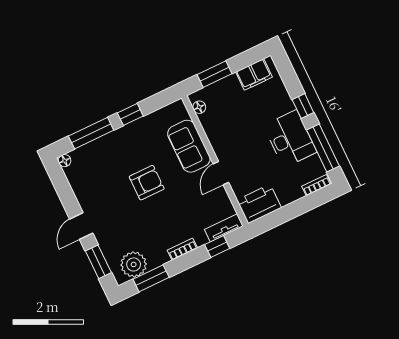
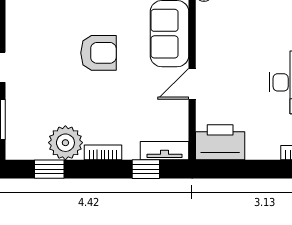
plant: (134, 264) -> (65, 143), moved
window: (151, 278) -> (49, 169), width x0.67

